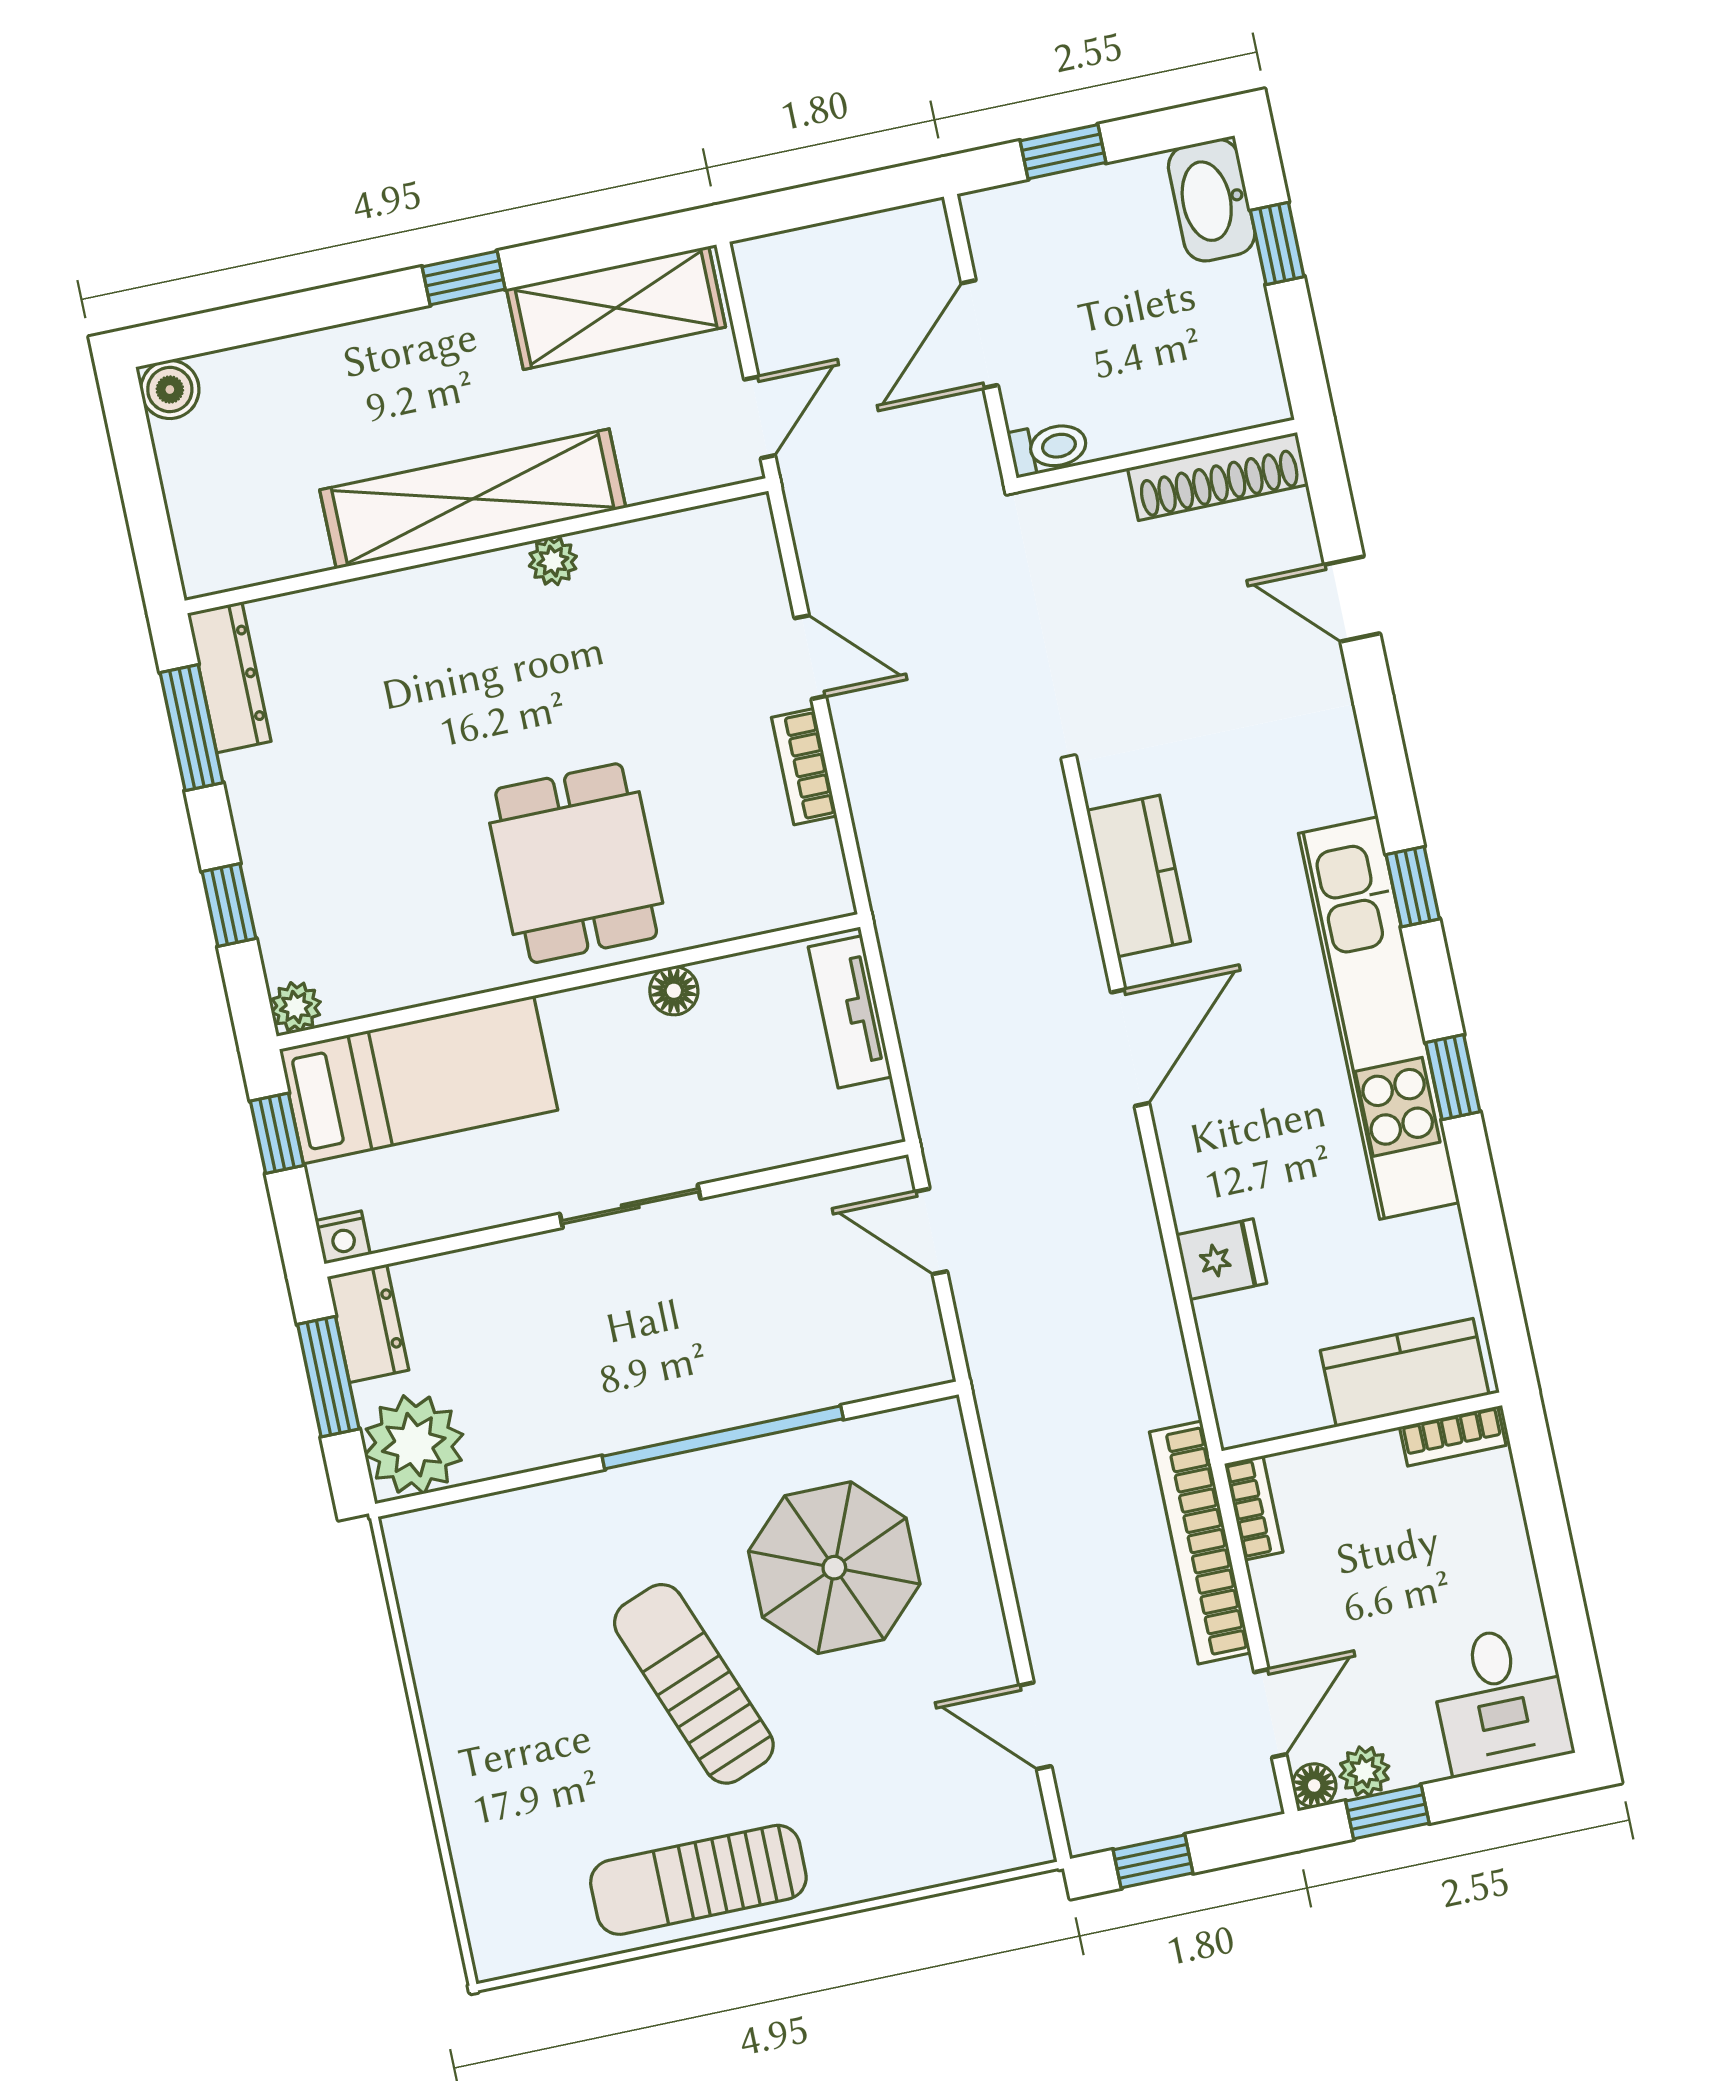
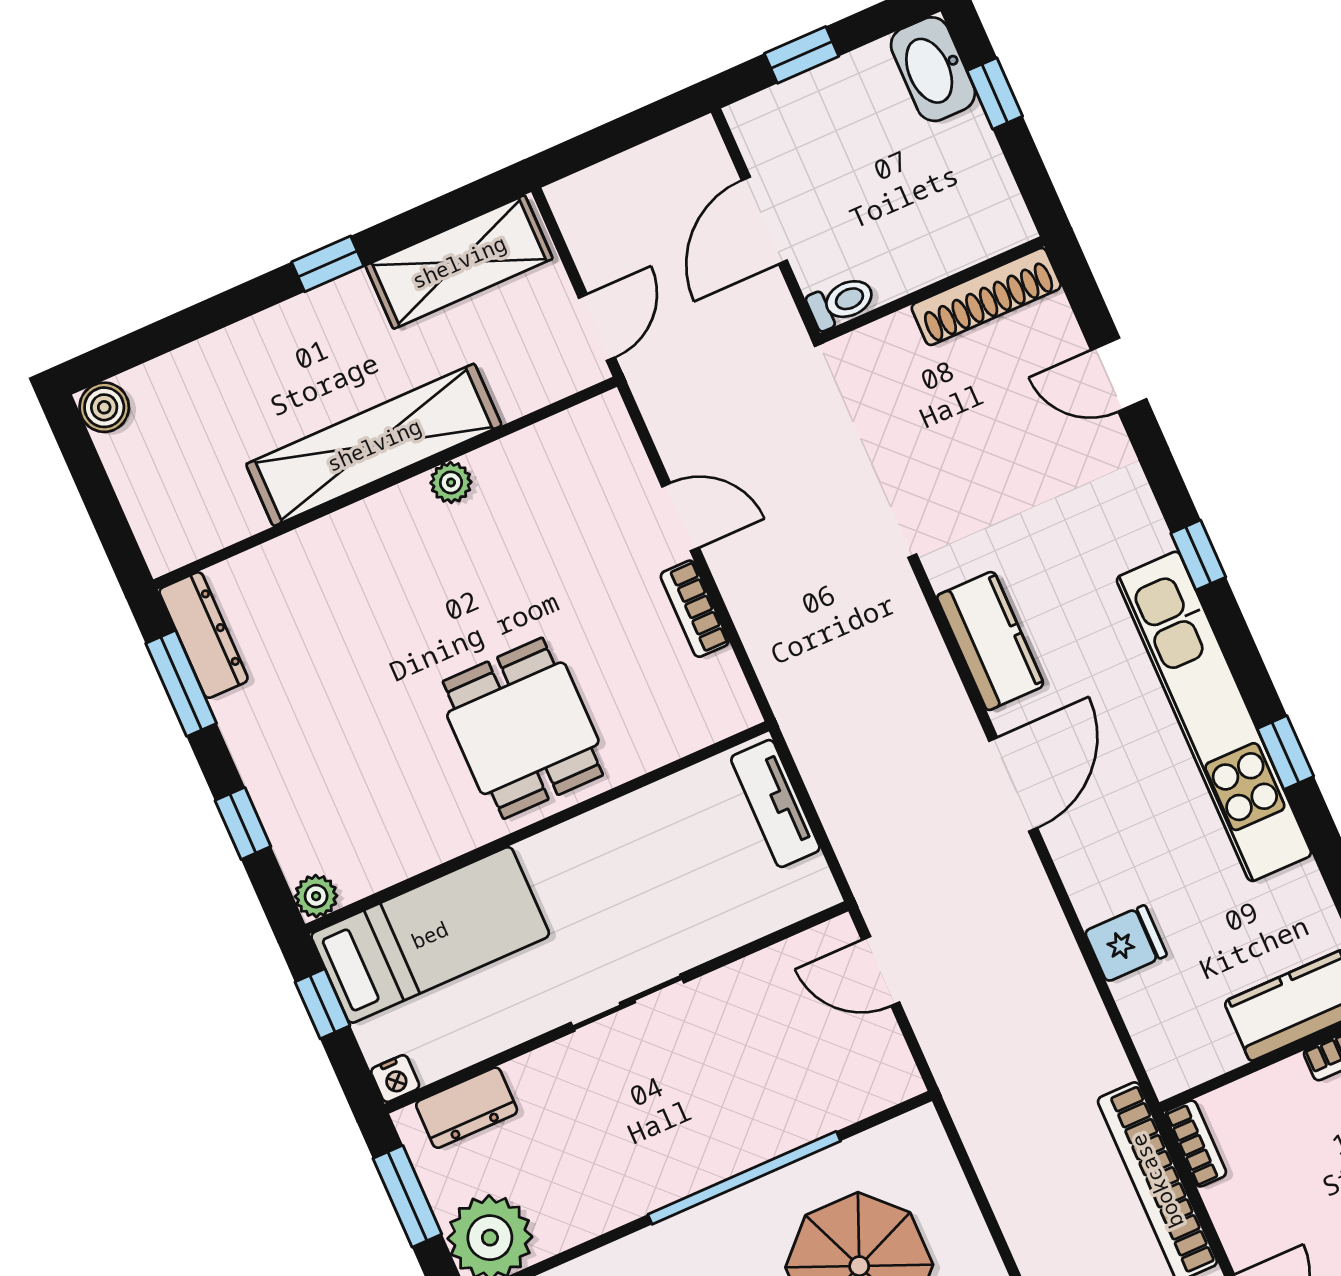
window: (1413, 887) -> (1198, 555), moved
floor lamp: (674, 991) -> (626, 817), removed
dresser: (368, 1323) -> (467, 1108), moved, turned 90

